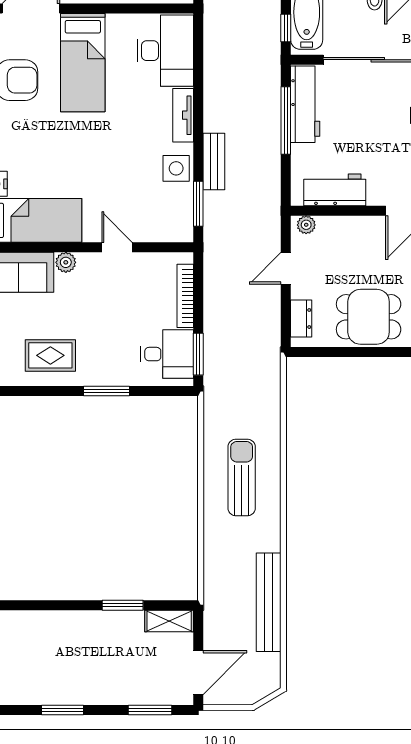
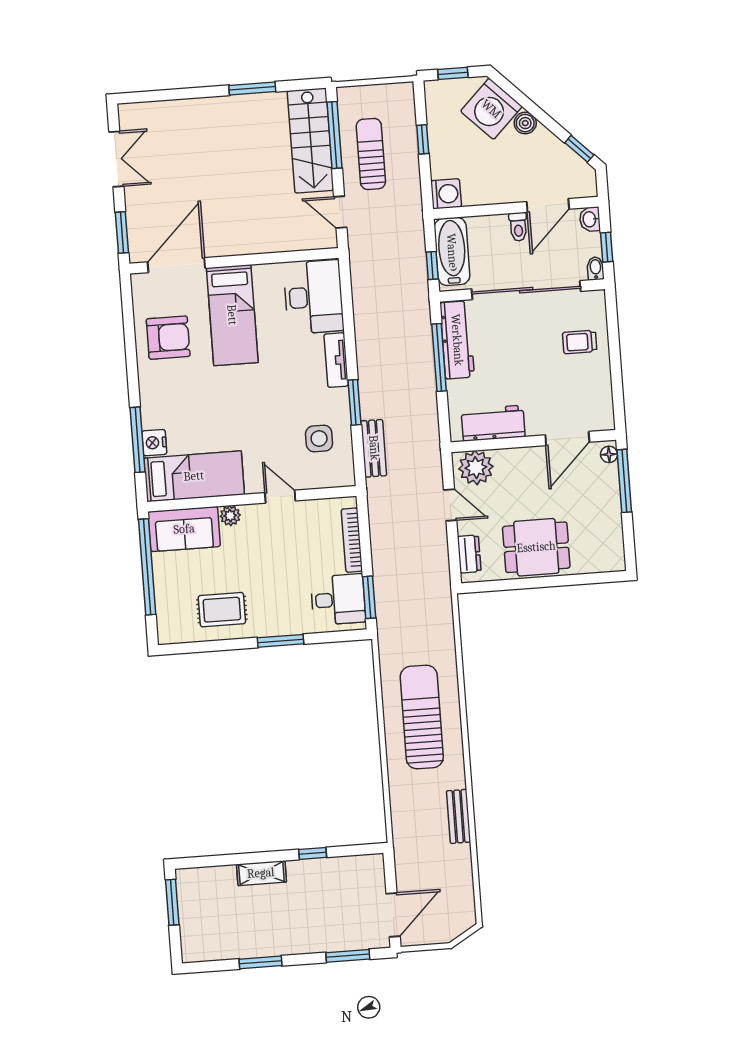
bench: (214, 162) -> (374, 448), moved
side table: (176, 168) -> (319, 438), moved
window: (198, 204) -> (355, 402), moved
plant: (306, 225) -> (476, 468), width x1.88, depth x1.88
door: (286, 268) -> (450, 505), swing flipped
sun lounger: (242, 477) -> (422, 717), width x1.36, depth x1.34
bench: (269, 602) -> (459, 816), width x0.54, depth x0.82
window: (123, 605) -> (313, 853), width x0.67
shelving: (169, 621) -> (261, 873), moved

